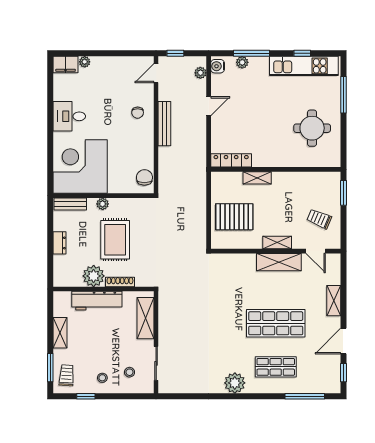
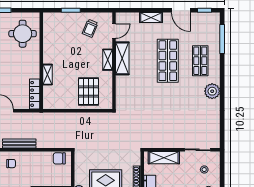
locker: (231, 160) -> (35, 94), moved
wall: (276, 169) -> (41, 61), moved
shelving: (257, 178) -> (48, 75), moved

